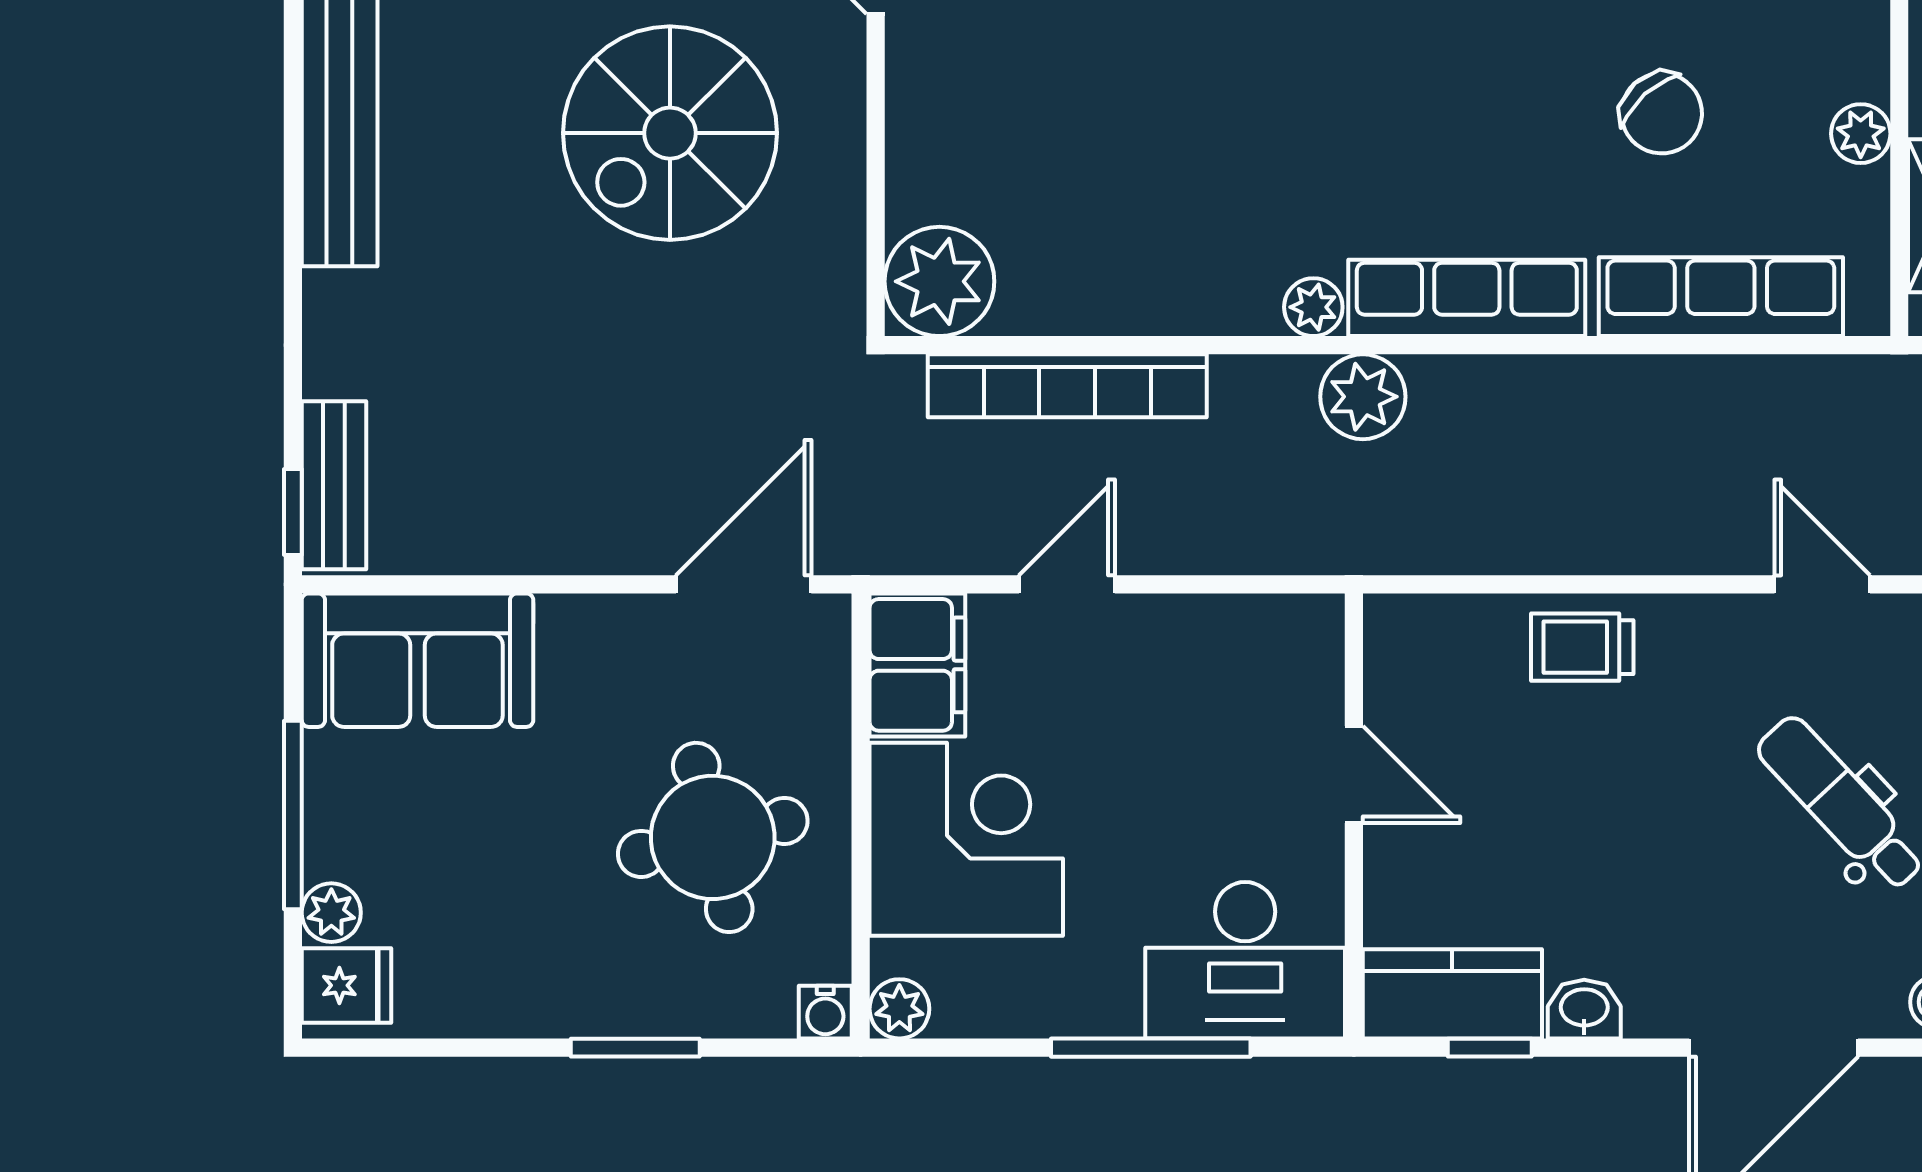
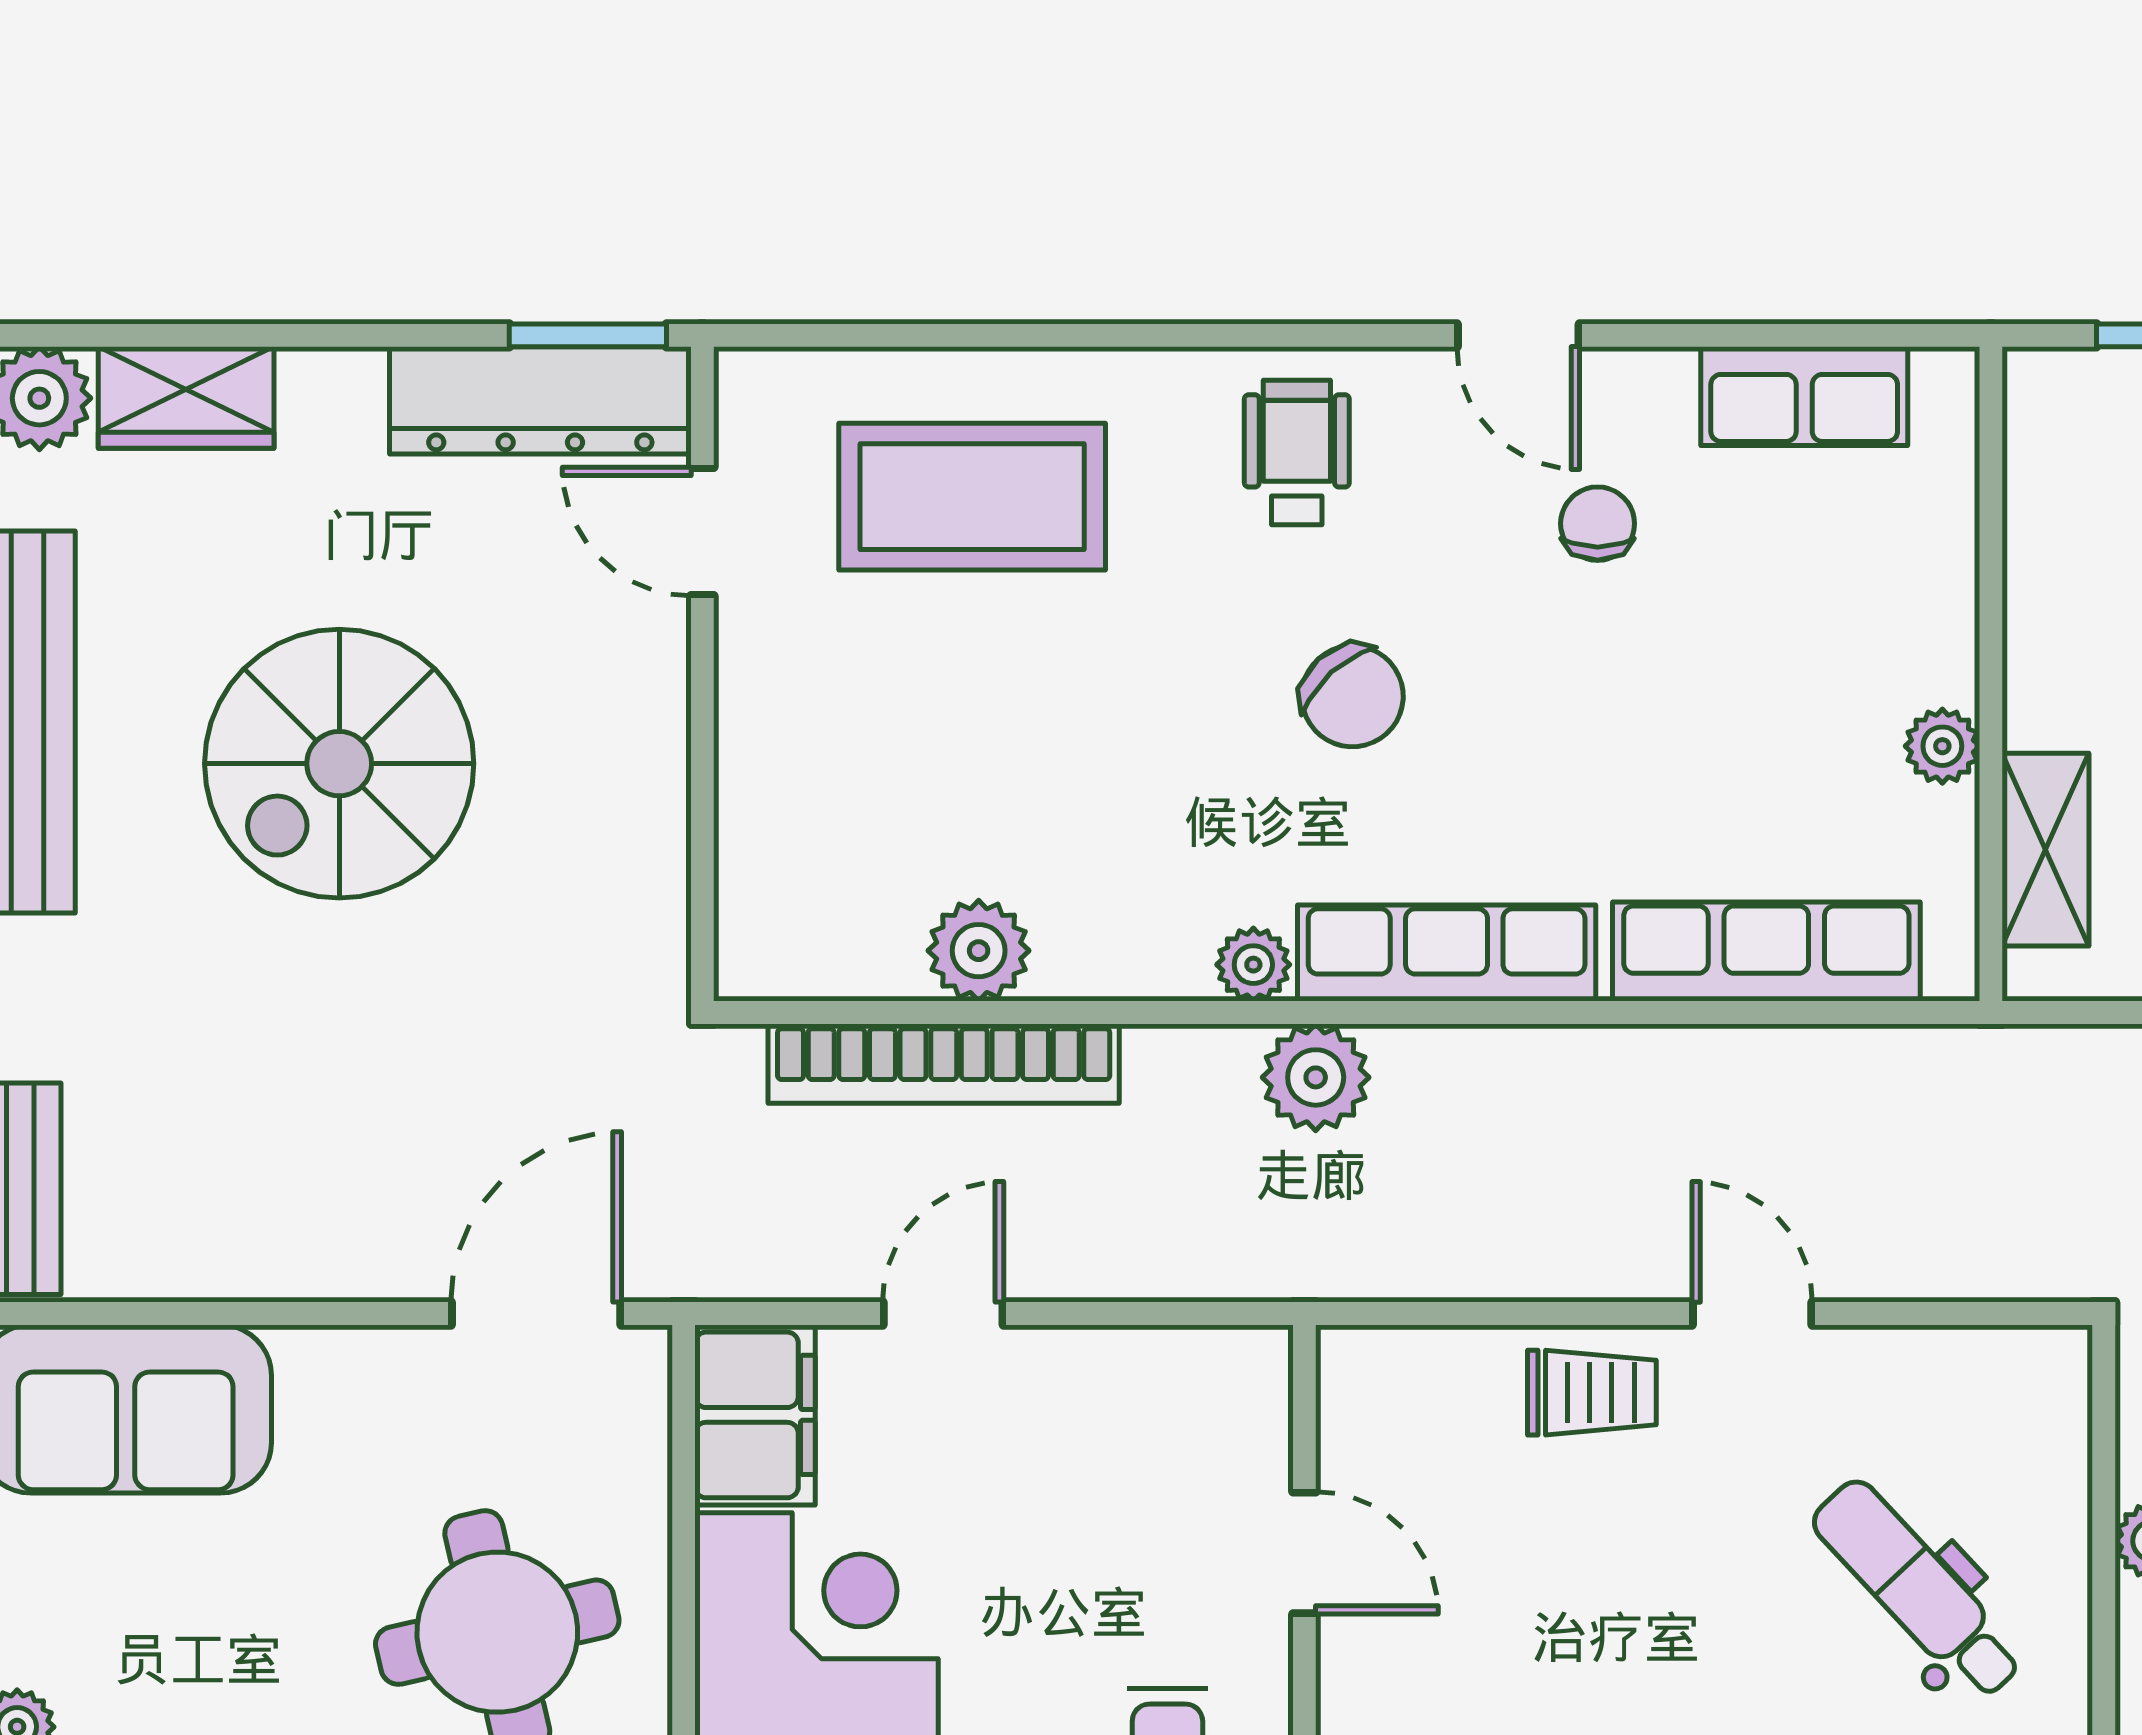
chair: (1662, 113) -> (1352, 696), moved
spiral stairs: (670, 133) -> (339, 764), moved
plant: (939, 281) -> (979, 951), moved, width x0.73, depth x0.73
door: (1822, 584) -> (1752, 1313), moved
trolley: (1582, 647) -> (1592, 1393), turned 180

